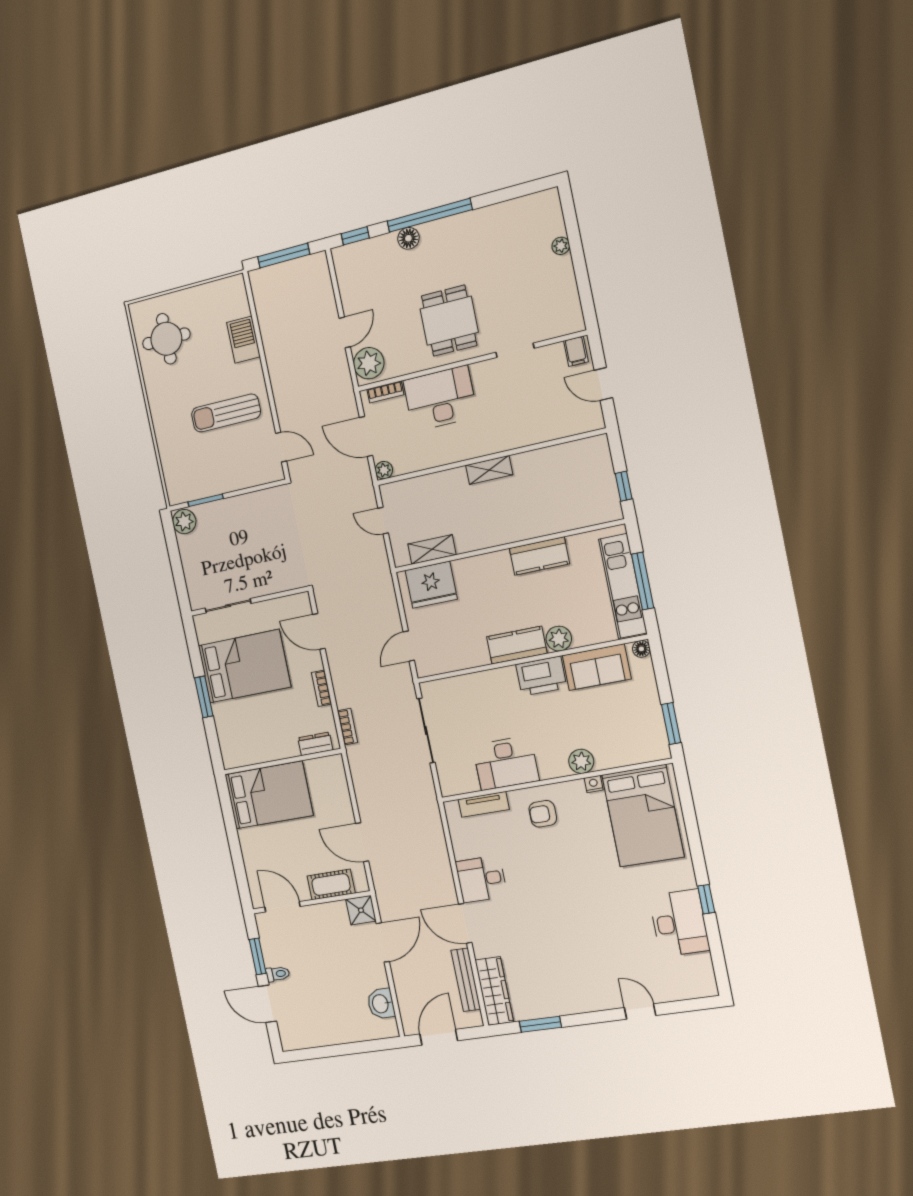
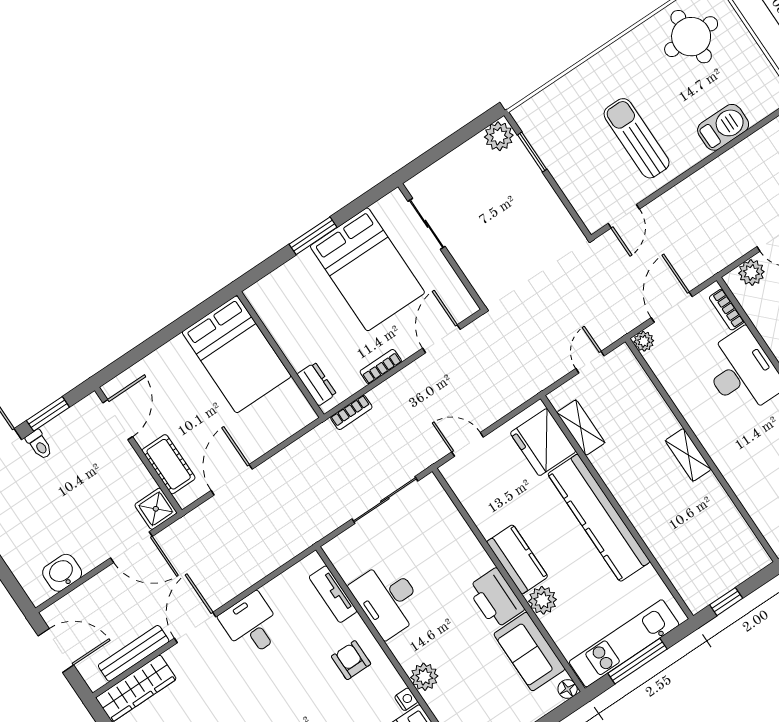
plant: (369, 363) -> (751, 272), width x0.73, depth x0.73
kitchen counter: (539, 556) -> (599, 518), width x2.08, depth x1.17

